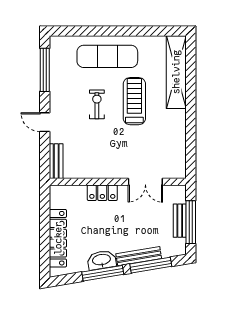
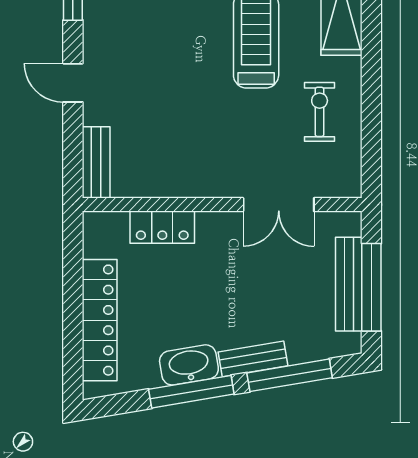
exercise bike: (97, 104) -> (320, 112), moved
locker: (102, 193) -> (162, 227), moved
bench: (180, 221) -> (349, 284), width x1.36
bench: (139, 256) -> (253, 359), width x0.73

